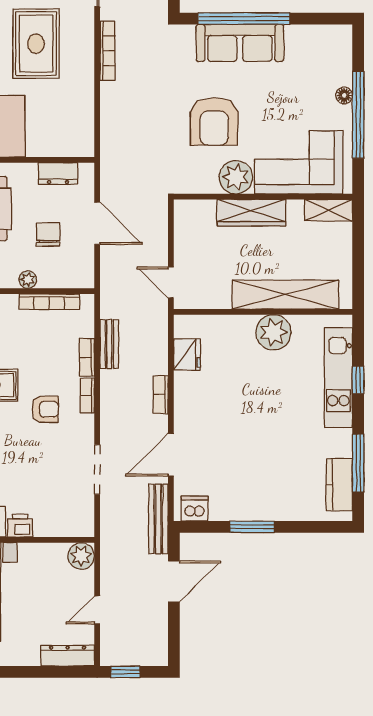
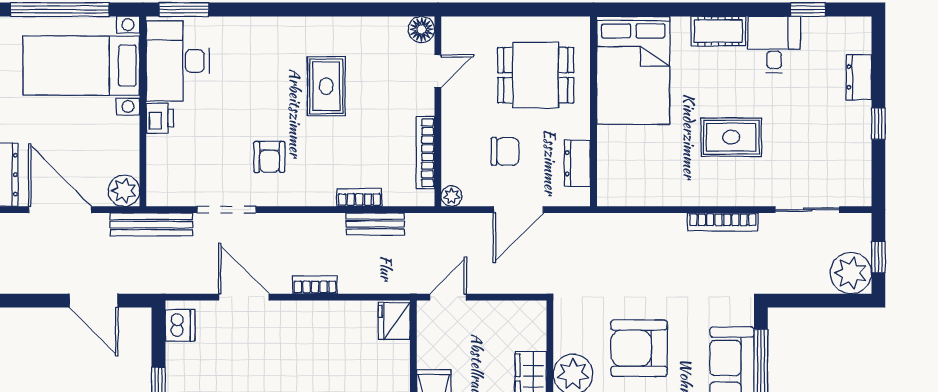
rug: (36, 44) -> (731, 137), width x0.73, depth x0.70
plant: (28, 280) -> (451, 196), moved
fridge: (187, 354) -> (394, 321), moved, turned 90
bookcase: (87, 396) -> (314, 198), removed
armchair: (45, 409) -> (269, 157), moved
bench: (158, 519) -> (151, 224), moved
door: (97, 610) -> (60, 210), width x1.88

